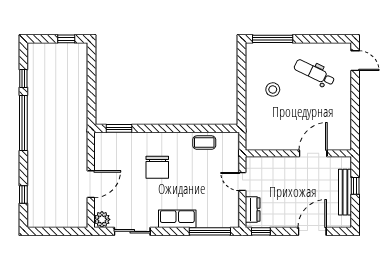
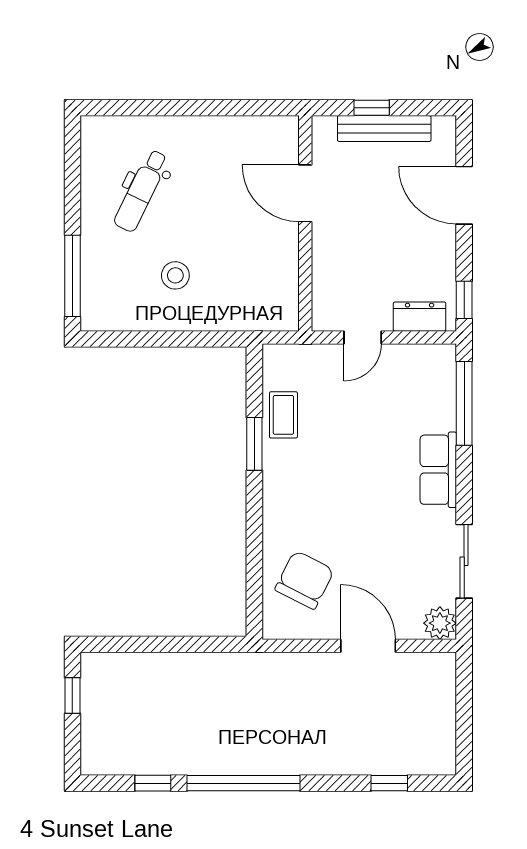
door: (355, 61) -> (117, 108), removed
window: (119, 128) -> (254, 444), moved
chair: (157, 167) -> (305, 580), moved, turned -63

